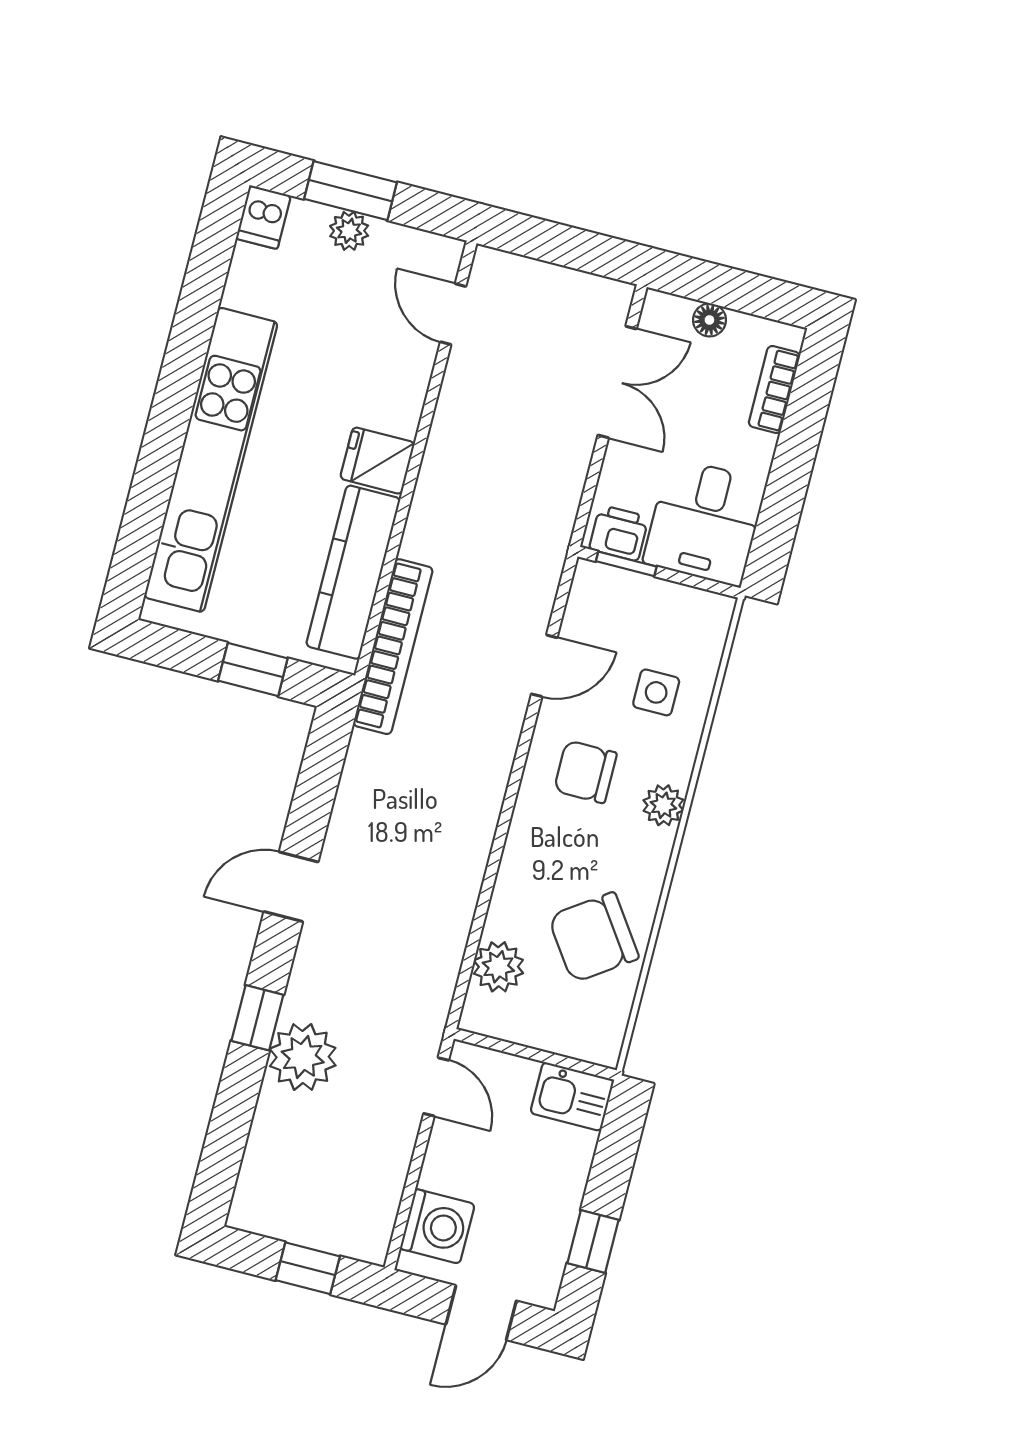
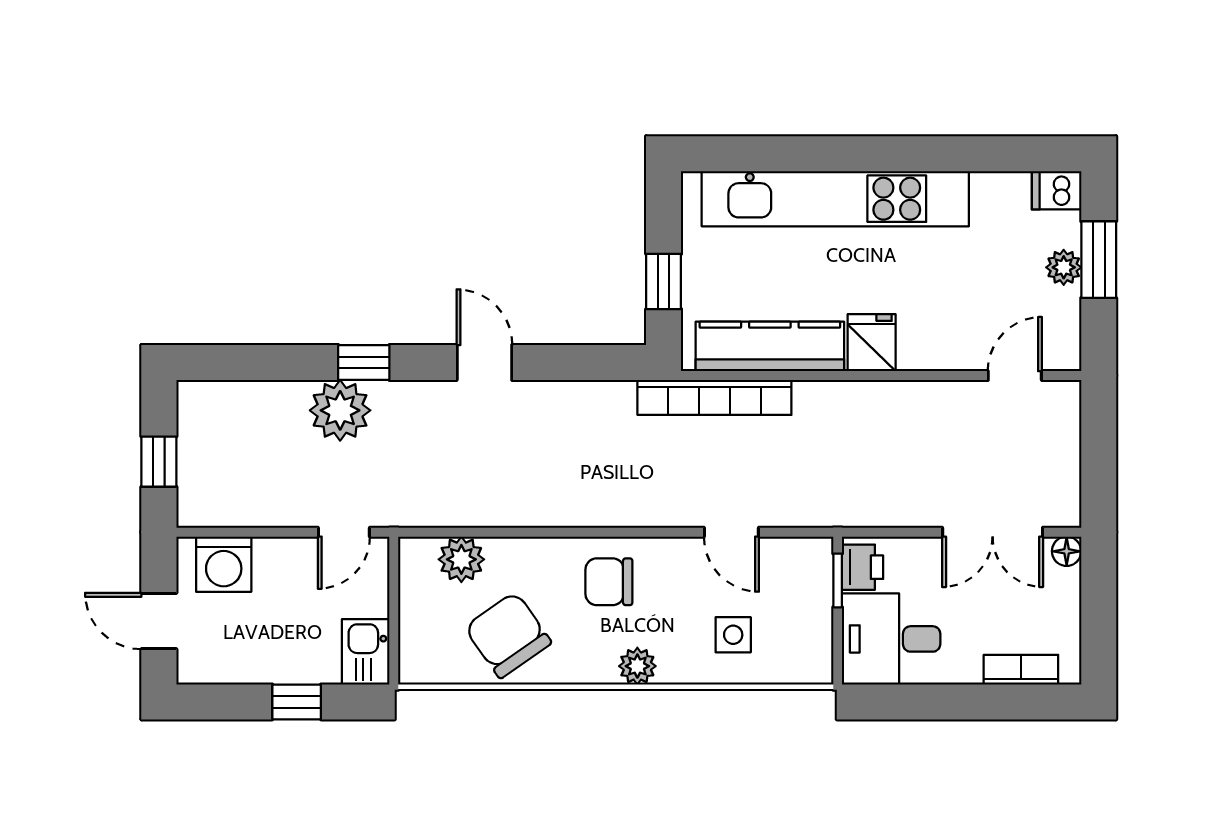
floor lamp: (709, 320) -> (1067, 551), moved
chair: (585, 772) -> (609, 582), moved, turned -90
window: (593, 1241) -> (297, 702), moved

